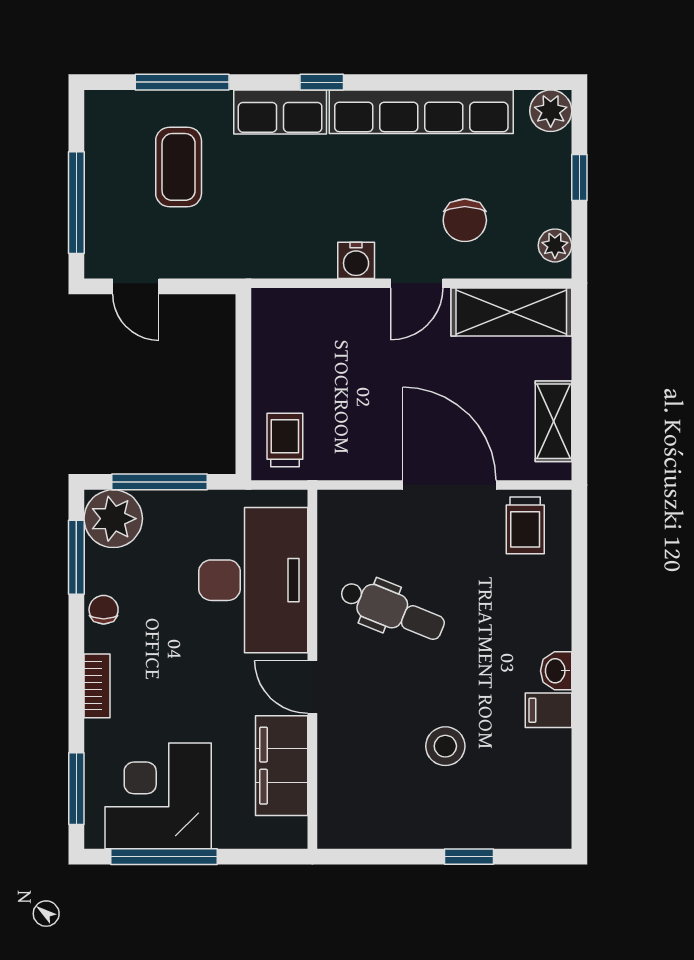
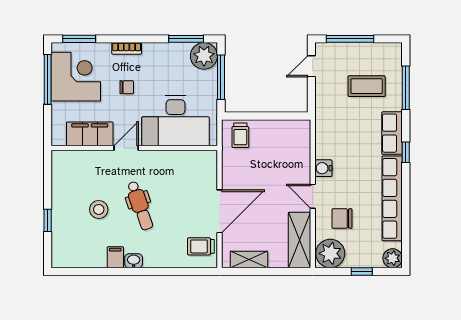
plant: (555, 245) -> (330, 253), width x1.88, depth x1.88
trolley: (285, 440) -> (240, 135), turned 90
chair: (104, 610) -> (127, 87), moved
dental chair: (392, 610) -> (140, 206), moved, turned -41

